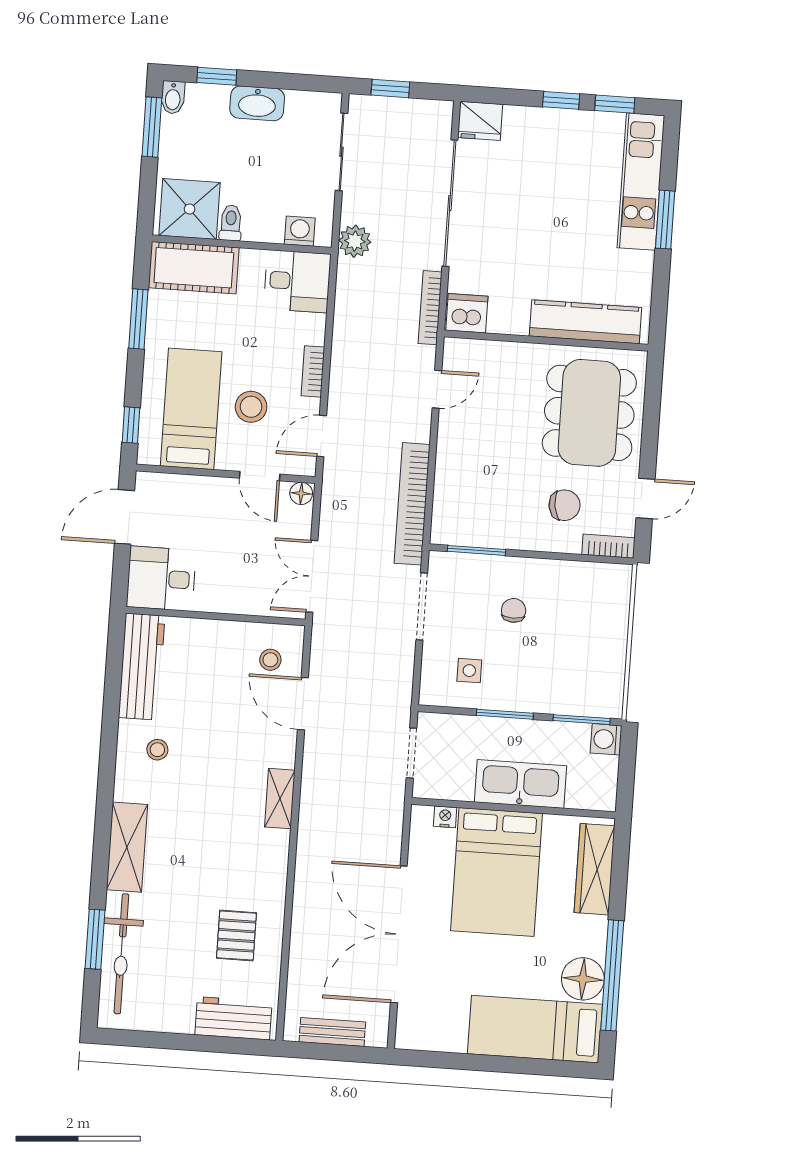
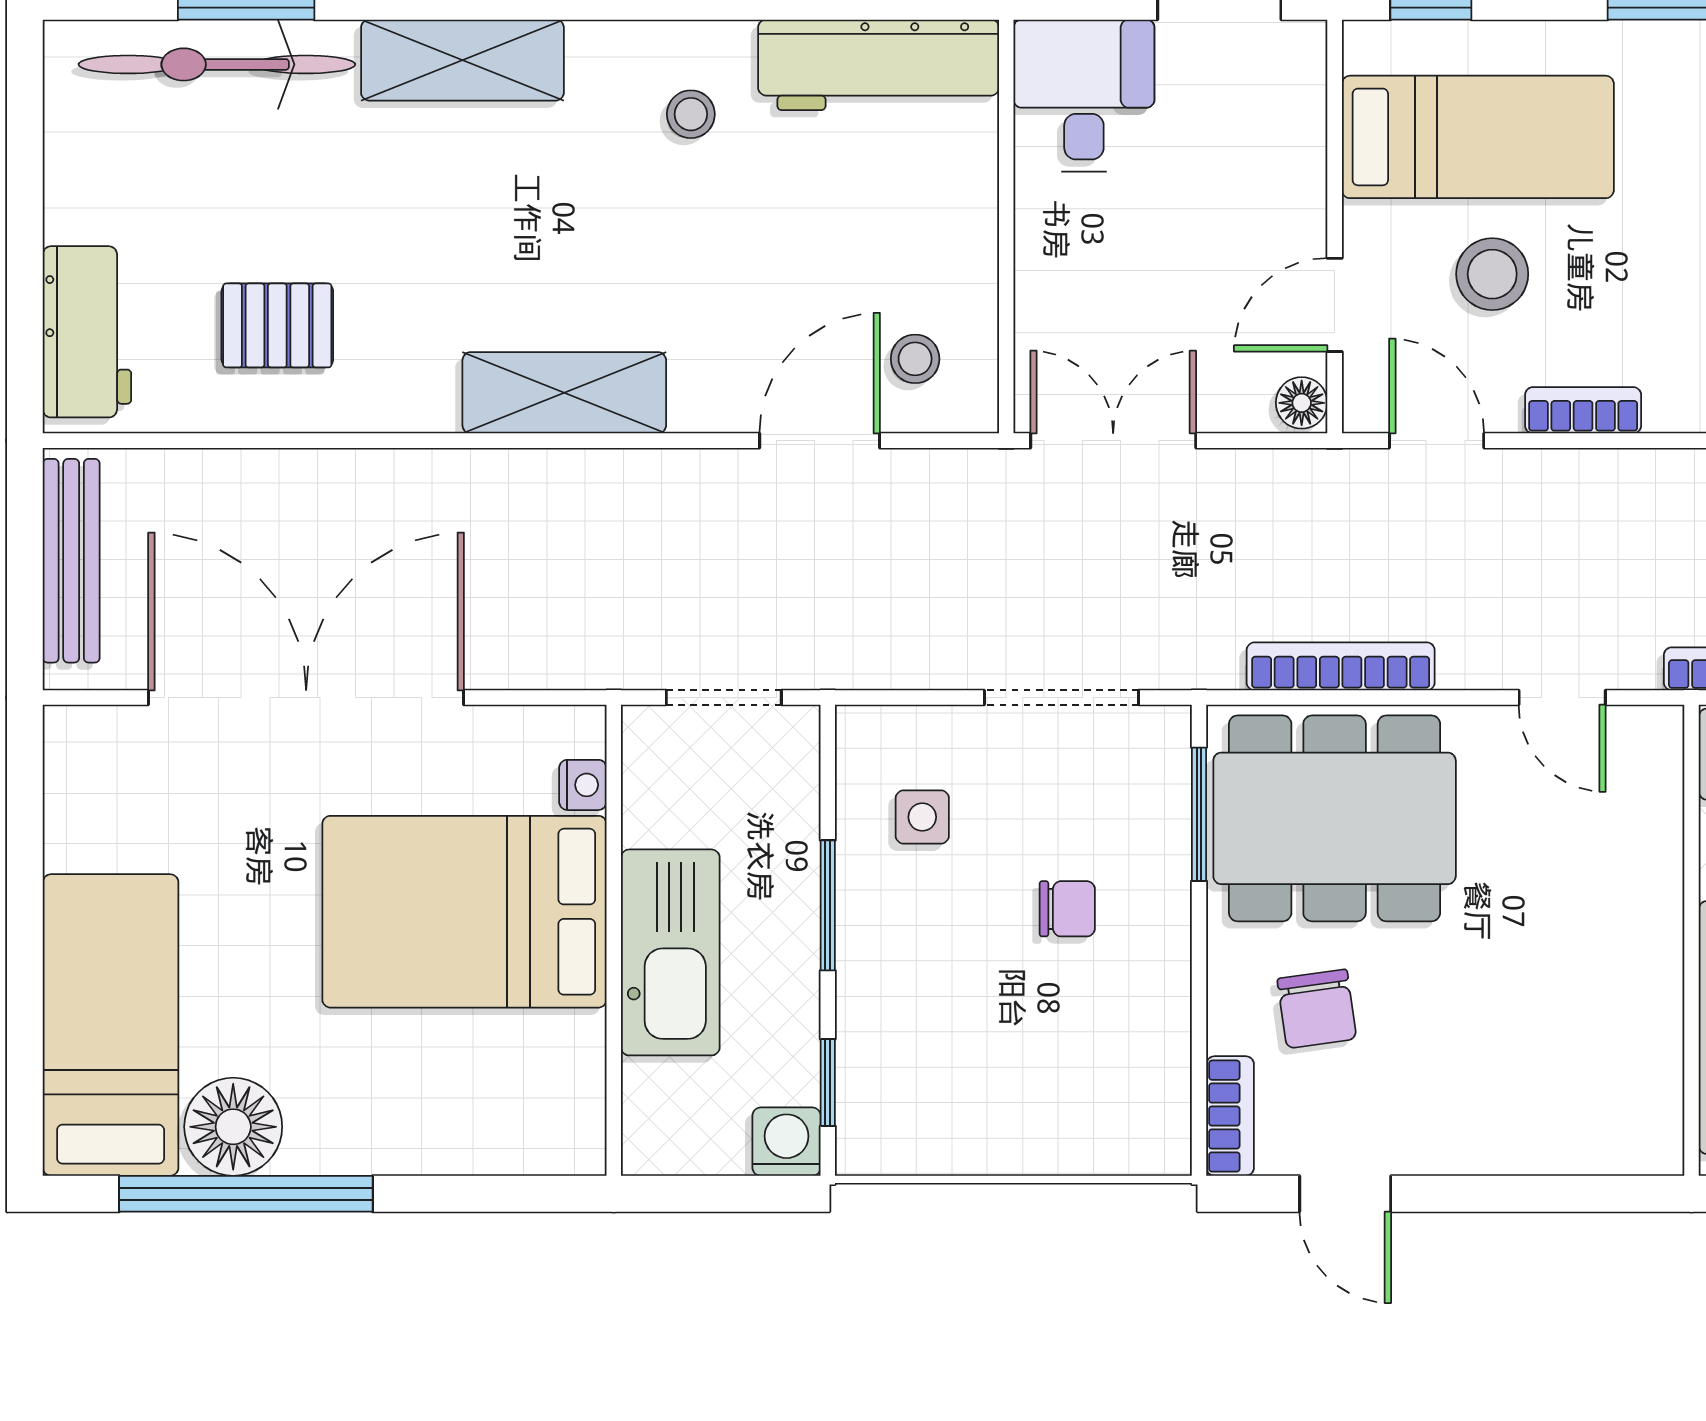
dining table: (589, 413) -> (1335, 818), moved
bookcase: (412, 504) -> (1341, 666), width x0.68, depth x0.76
window: (582, 720) -> (828, 1082), width x0.67
shelving: (280, 799) -> (564, 393), width x1.50, depth x1.33
wardrobe: (595, 869) -> (487, 1136), removed
bench: (332, 1032) -> (71, 561), width x1.36

